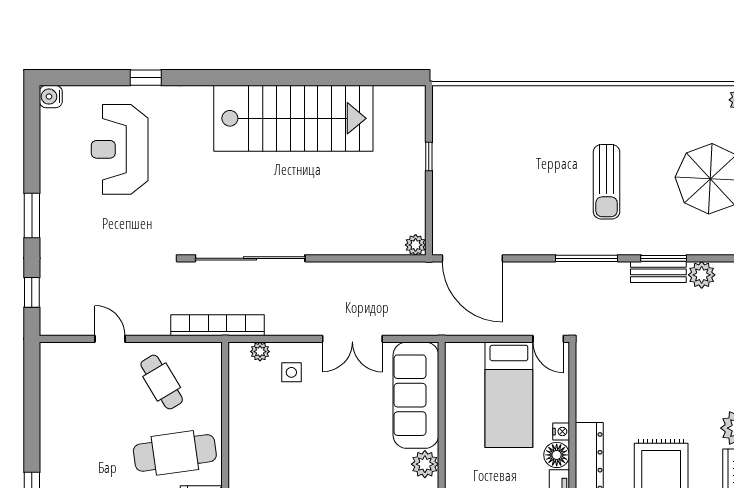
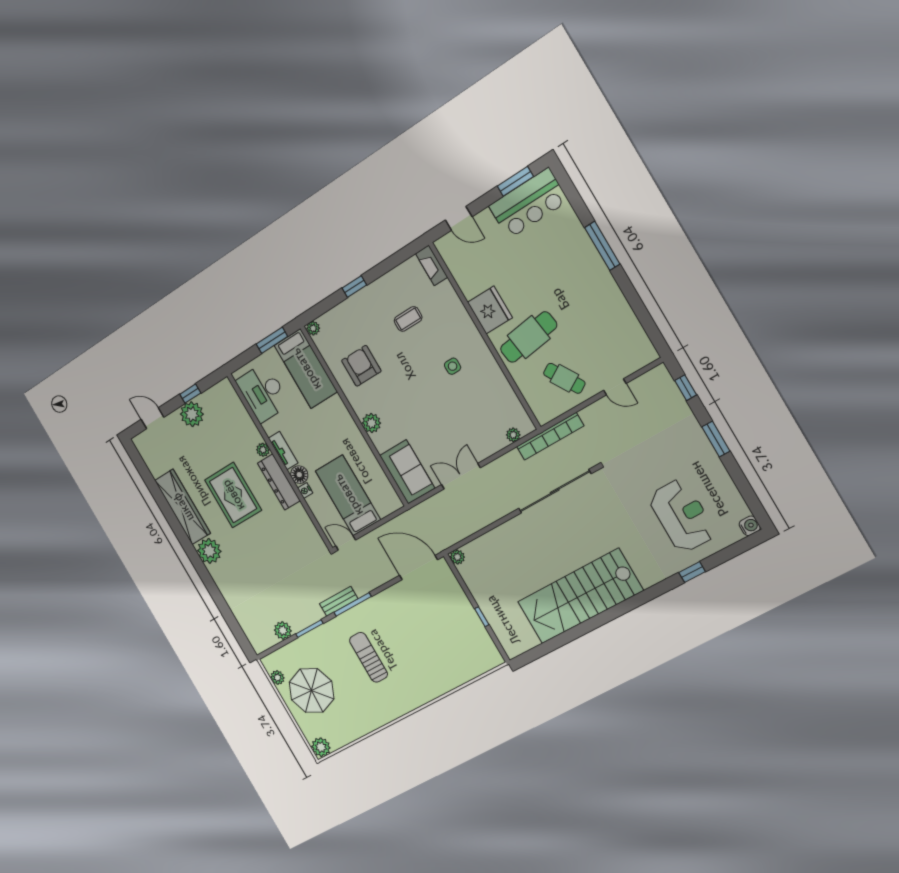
bench: (658, 272) -> (339, 601), moved
side table: (291, 372) -> (453, 366), moved
sofa: (416, 395) -> (407, 472), width x0.73

